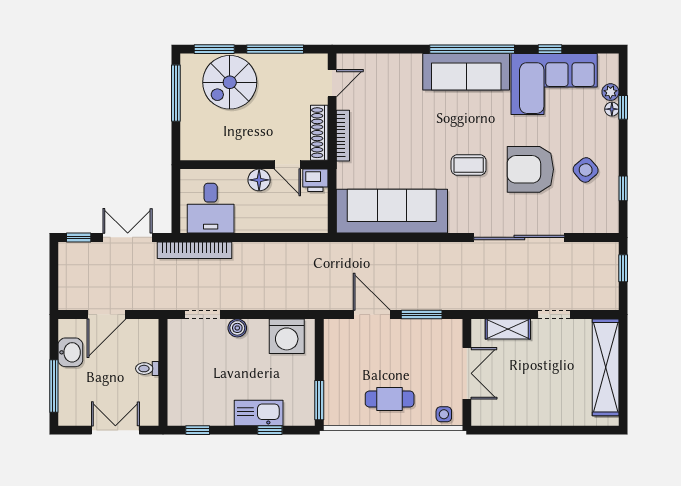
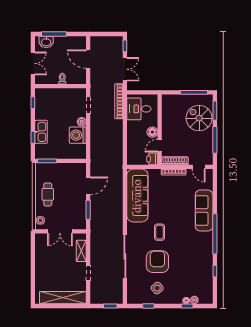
sofa: (466, 72) -> (204, 211), moved
corner sofa: (554, 84) -> (198, 273), removed
washing machine: (287, 336) -> (78, 135), moved
washbasin: (70, 352) -> (46, 42), moved

